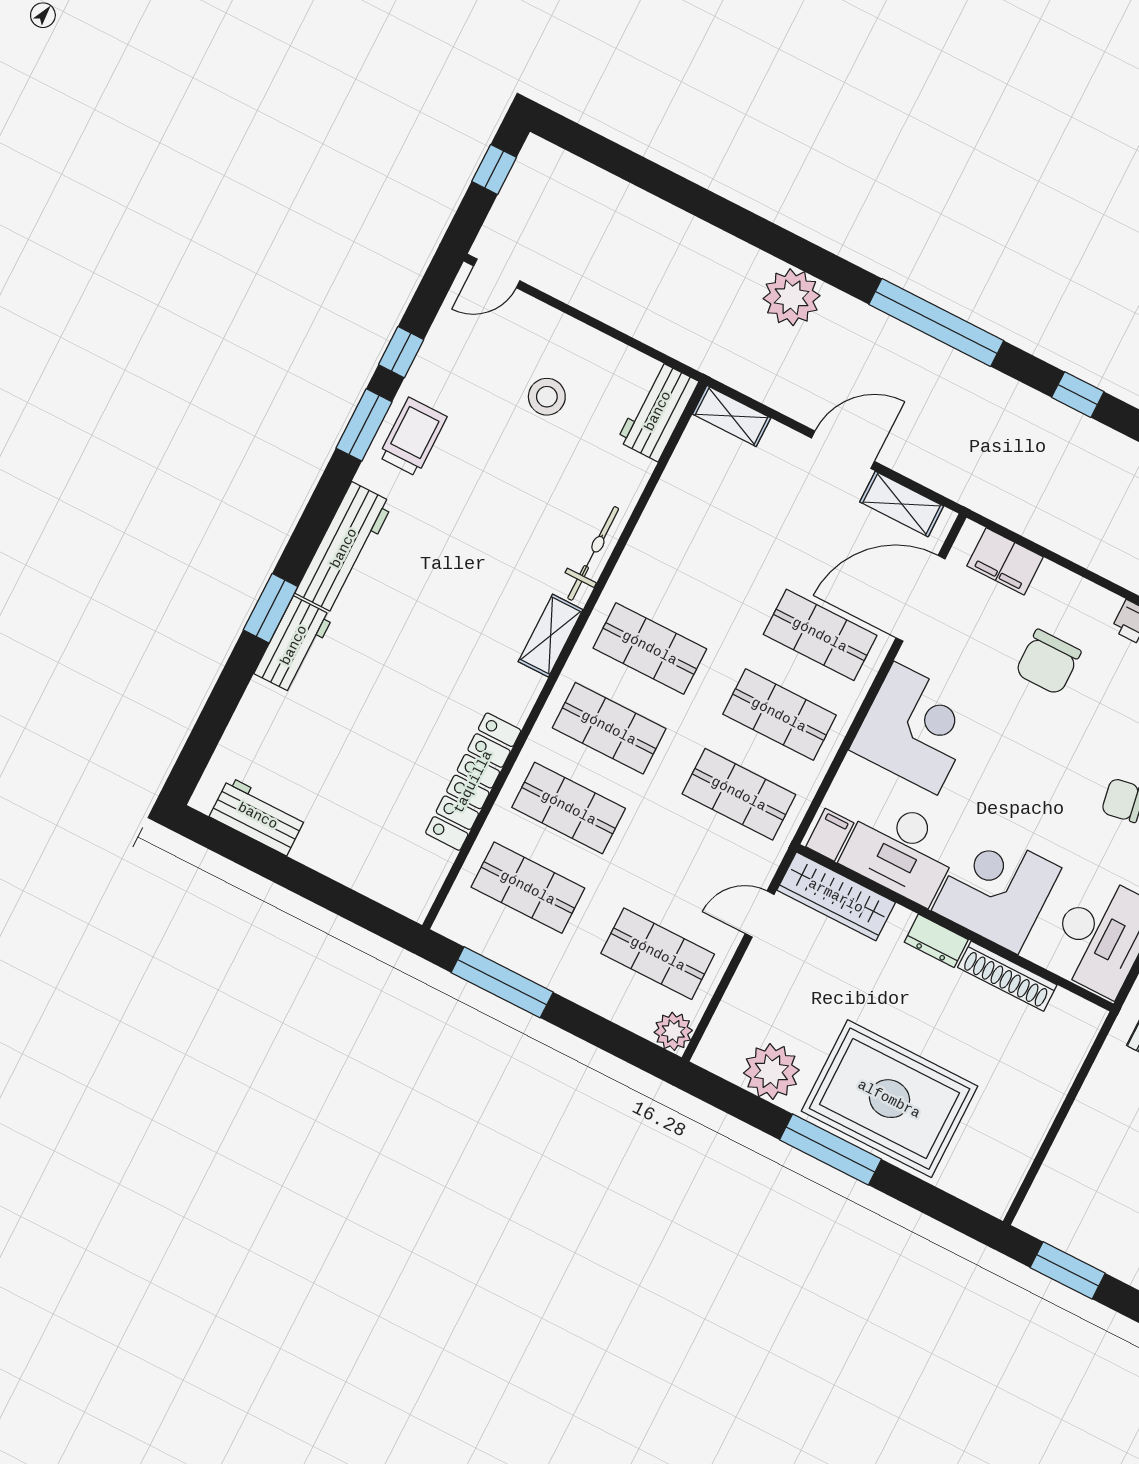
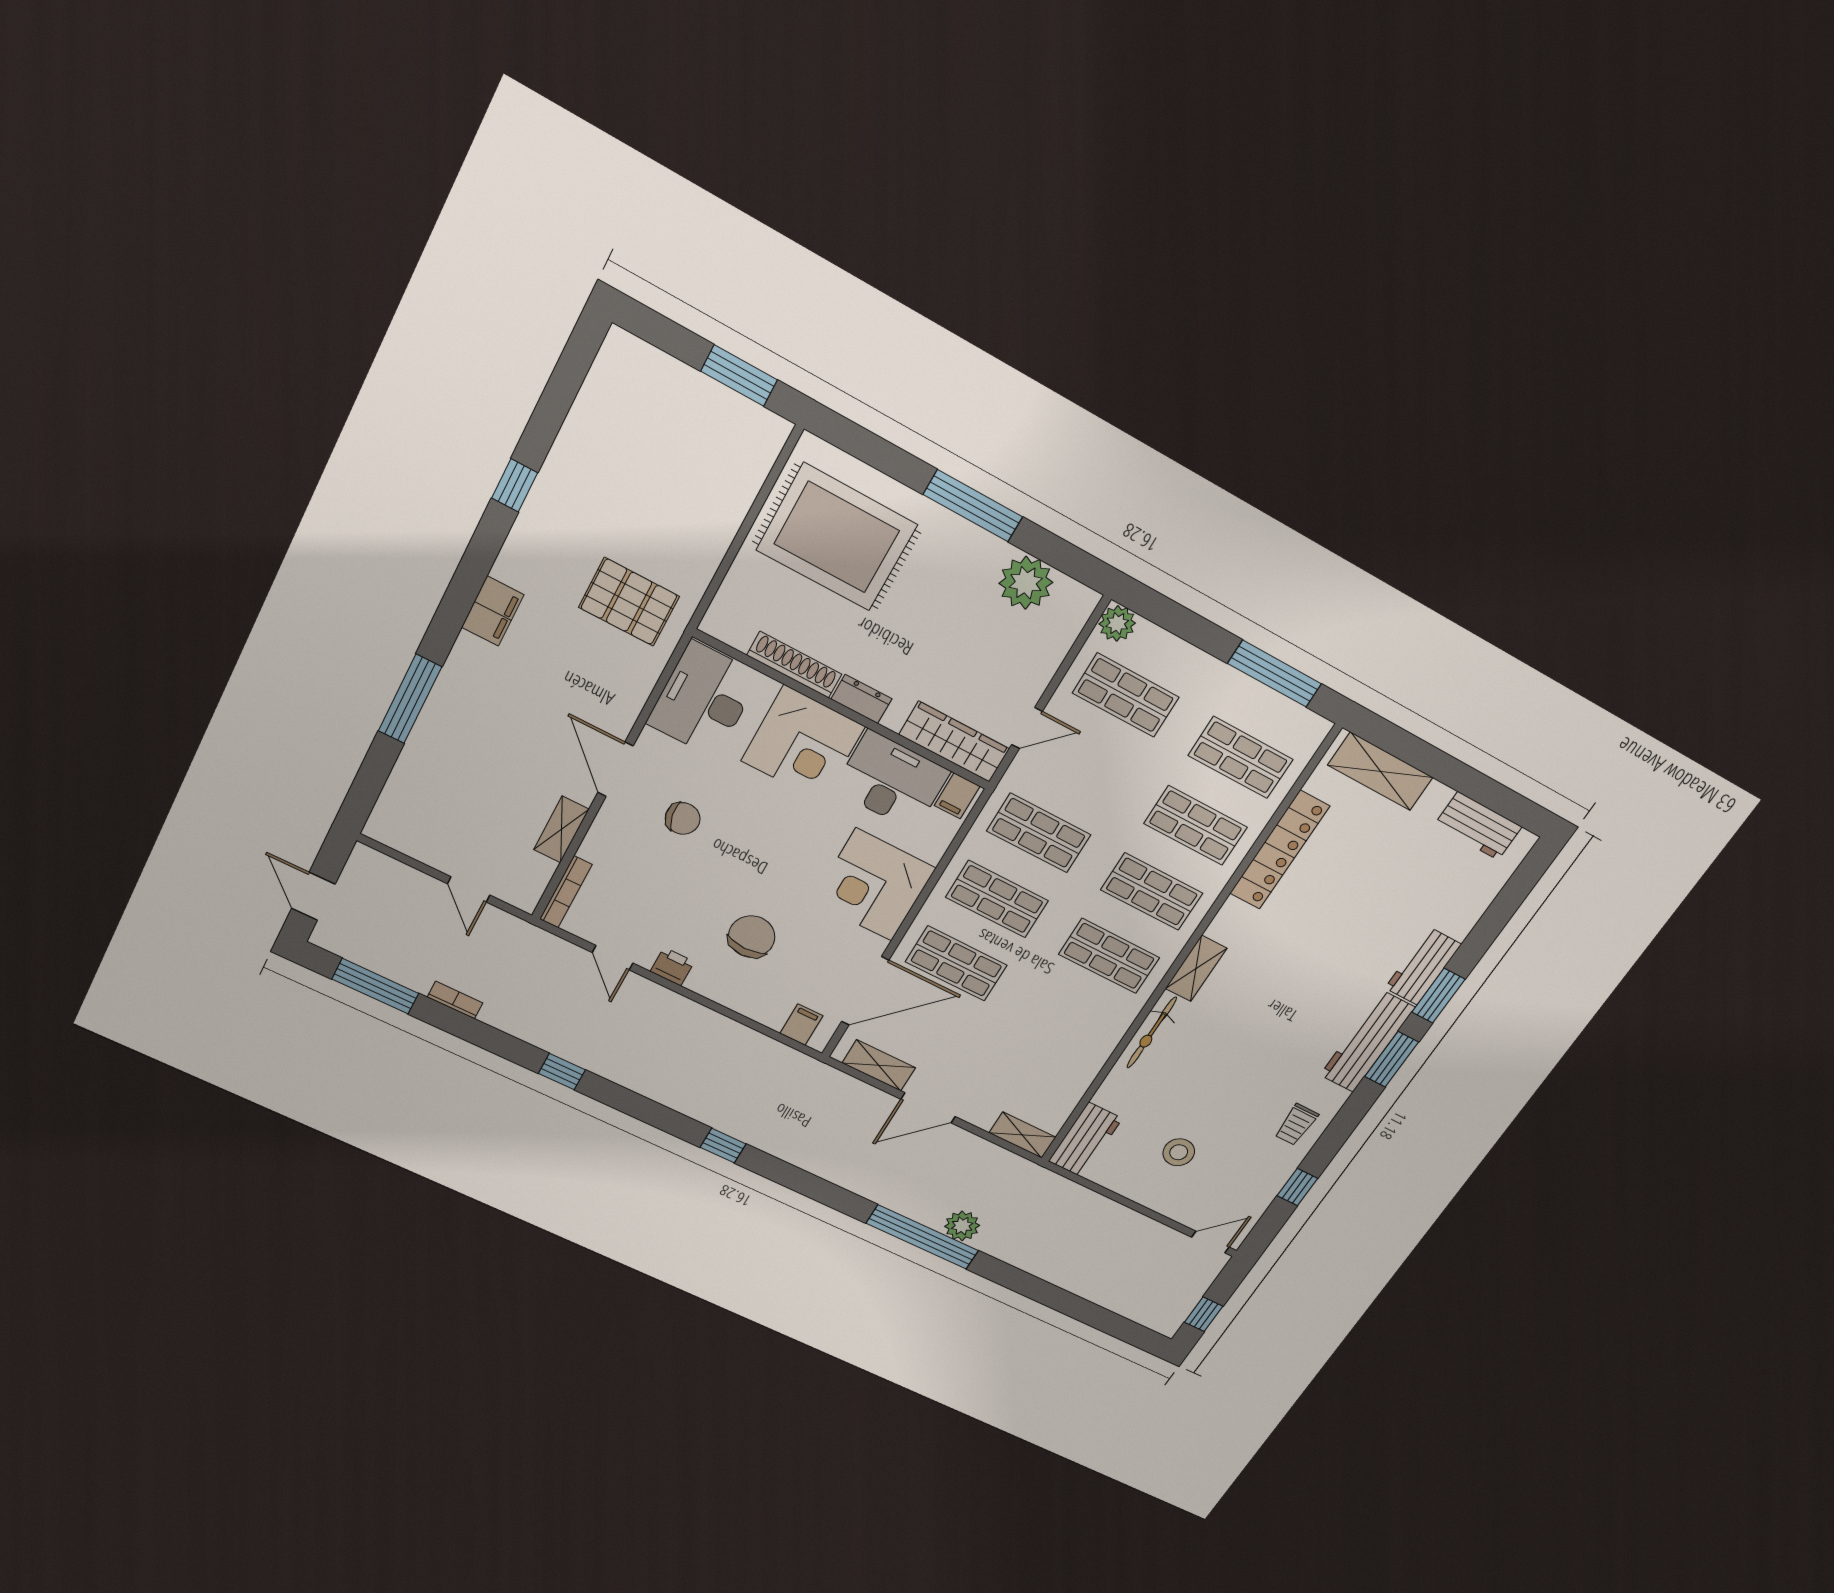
plant: (792, 297) -> (962, 1226), width x0.73, depth x0.73
window: (936, 322) -> (922, 1237), moved
window: (364, 425) -> (1392, 1059), moved
trolley: (413, 437) -> (1296, 1125), width x0.73, depth x0.72
filing cabinet: (1005, 561) -> (801, 1025), width x0.50
shelving: (374, 876) -> (1380, 771), added
rug: (889, 1099) -> (837, 537), moved

